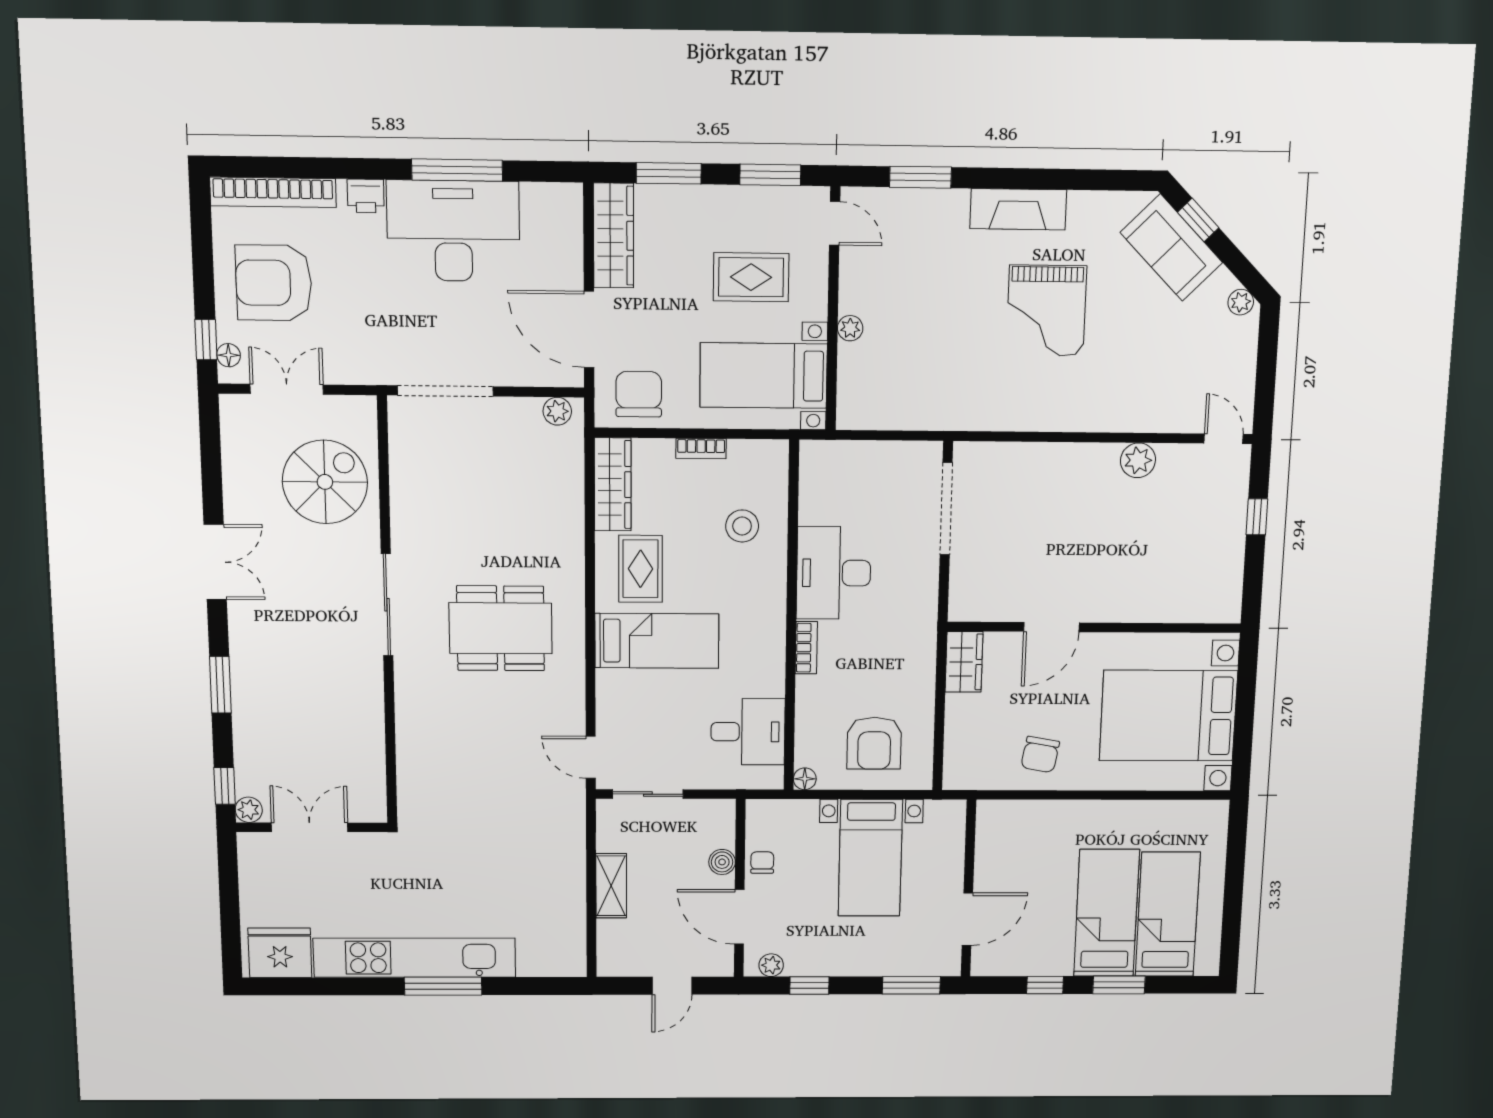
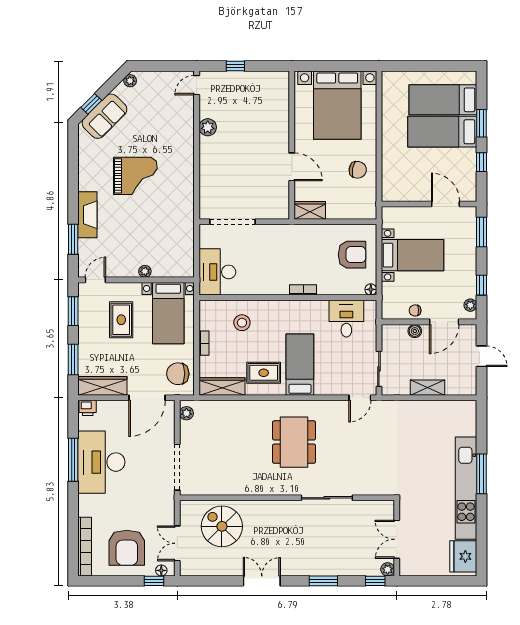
printer: (366, 196) -> (88, 408), moved, turned 90
fireplace: (1018, 209) -> (87, 215), moved
desk: (834, 573) -> (217, 272), moved, turned 90
sliding door: (387, 605) -> (327, 498), moved

